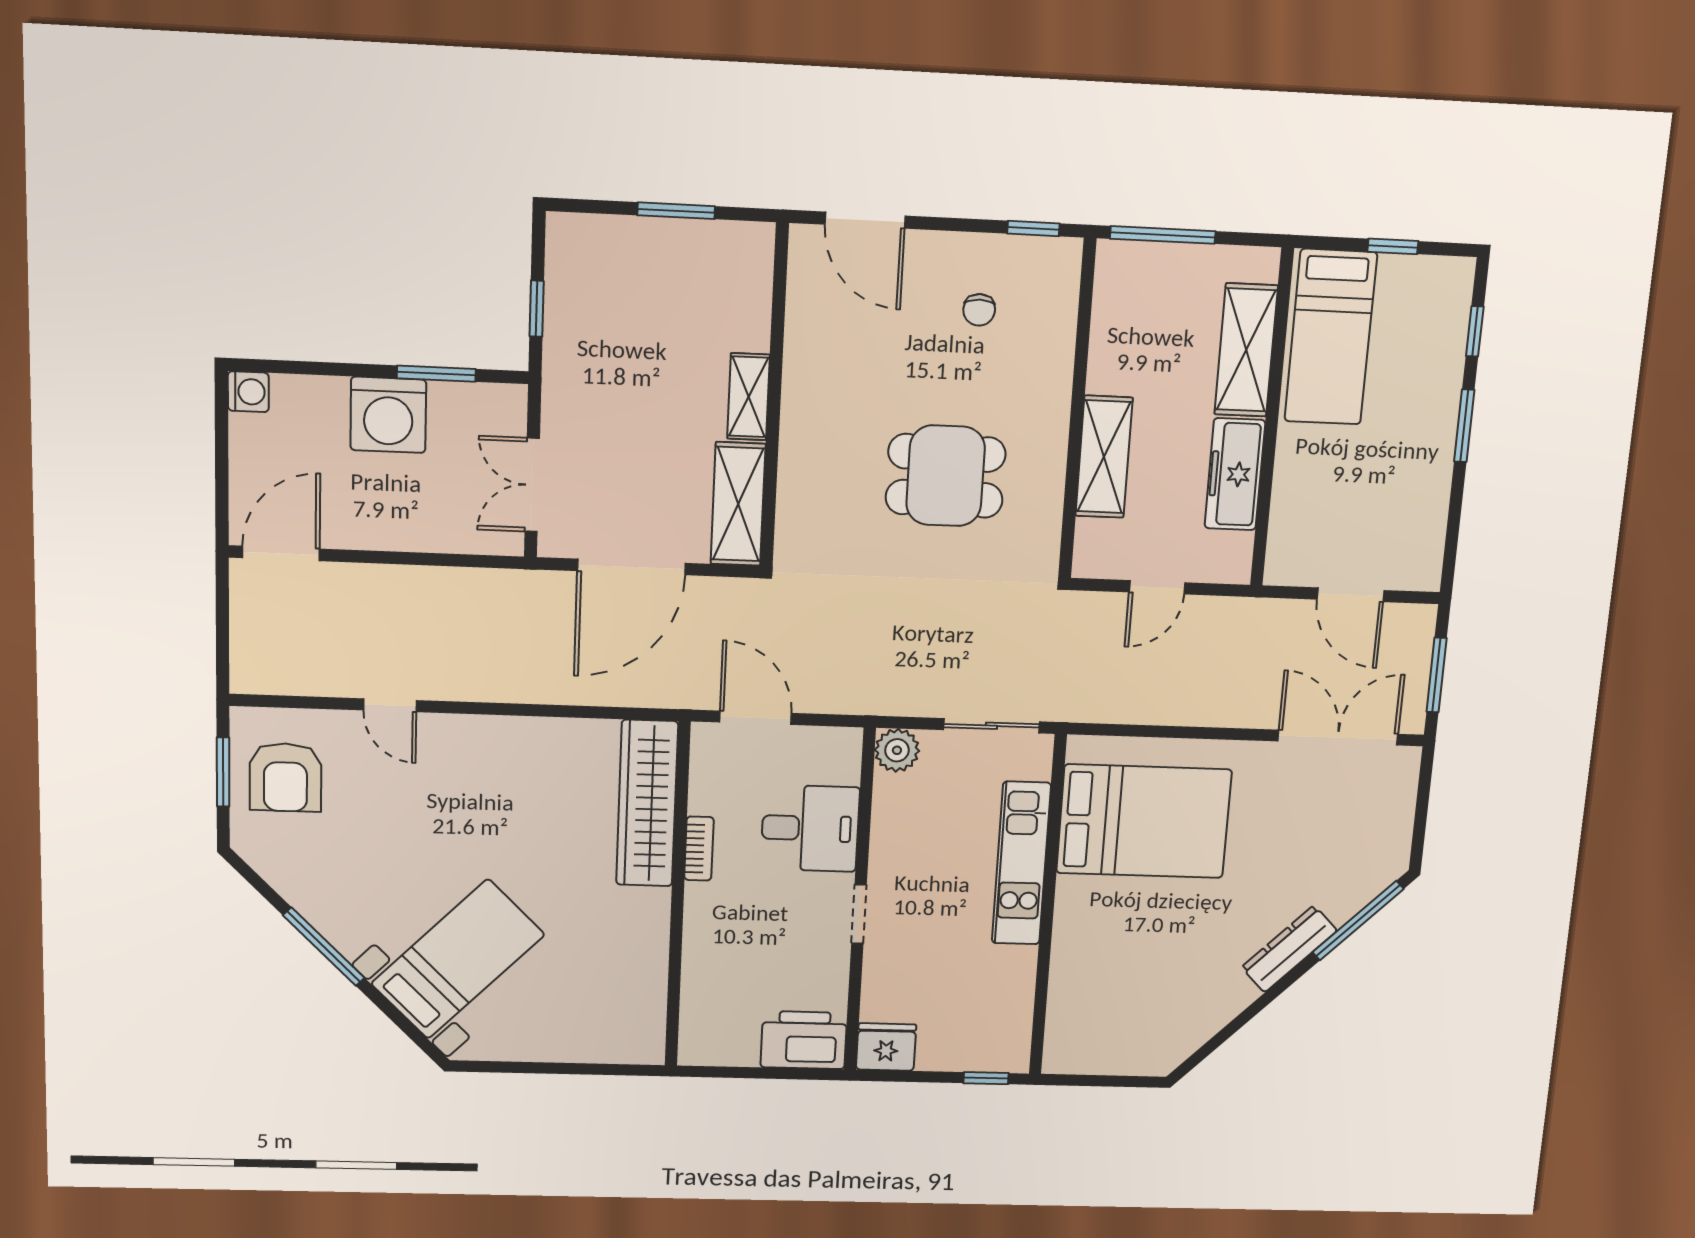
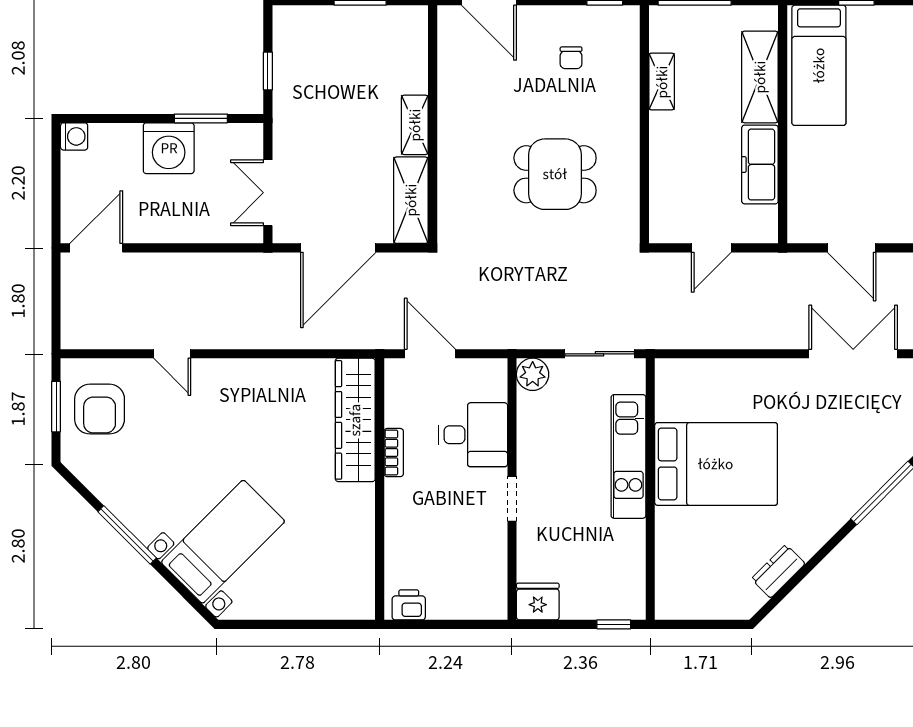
shelving: (1104, 457) -> (662, 82), moved, width x0.67, depth x0.75
bed: (1144, 821) -> (716, 464), moved
dresser: (1289, 949) -> (778, 571), moved, width x0.70
printer: (804, 1040) -> (409, 605), moved, width x0.53, depth x0.68

